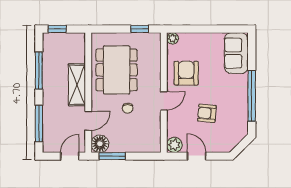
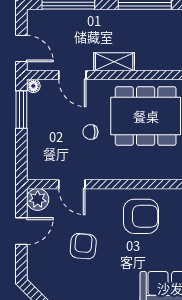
shelving: (77, 85) -> (114, 62), width x0.67, depth x0.75
door: (164, 101) -> (72, 184), moved
floor lamp: (100, 144) -> (33, 86), width x0.53, depth x0.53

